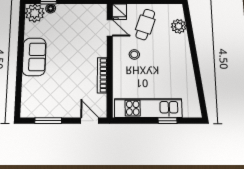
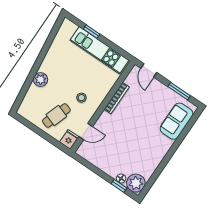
plant: (179, 26) -> (41, 79), moved
door: (110, 28) -> (86, 131), swing flipped
sofa: (34, 57) -> (177, 121), moved

